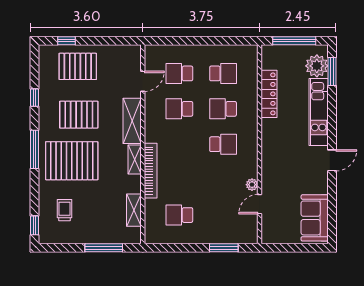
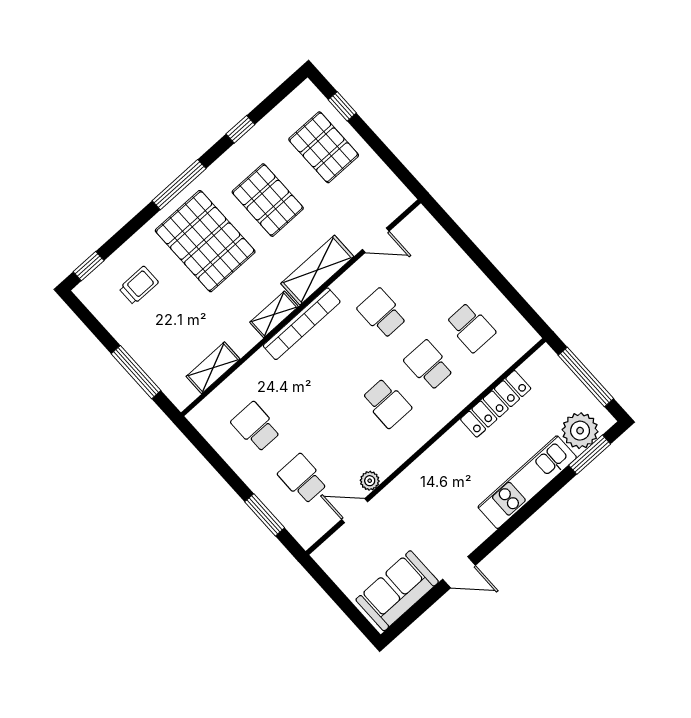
school desk: (179, 73) -> (303, 479), moved
door: (332, 160) -> (459, 572), moved
bookcase: (151, 171) -> (302, 324), moved

